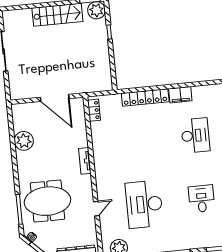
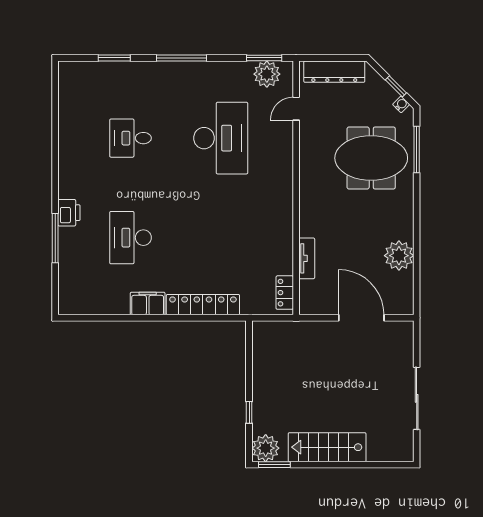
door: (55, 98) -> (361, 318), moved
tv unit: (85, 161) -> (307, 258), moved
desk: (202, 199) -> (130, 138), turned 90
door: (96, 209) -> (296, 109), moved

